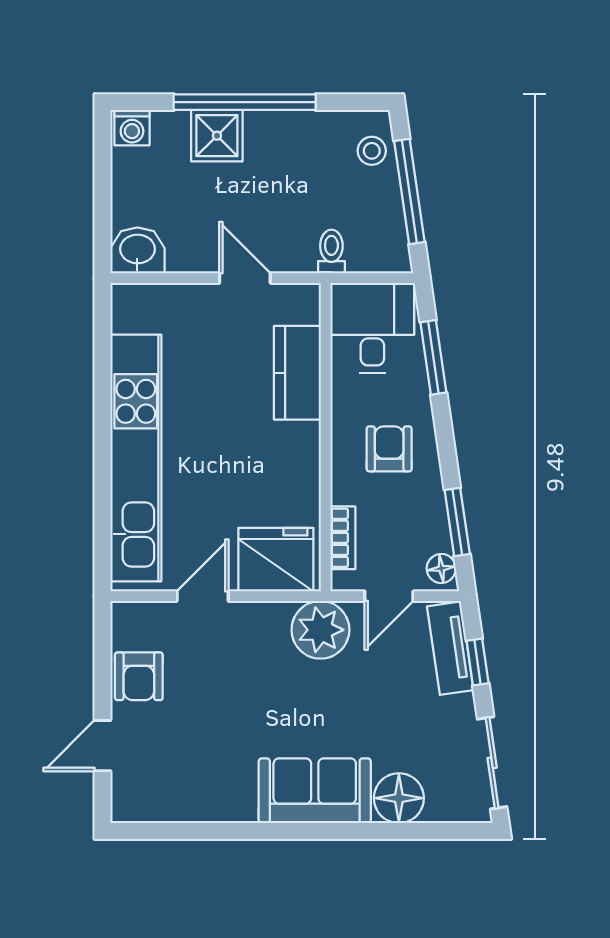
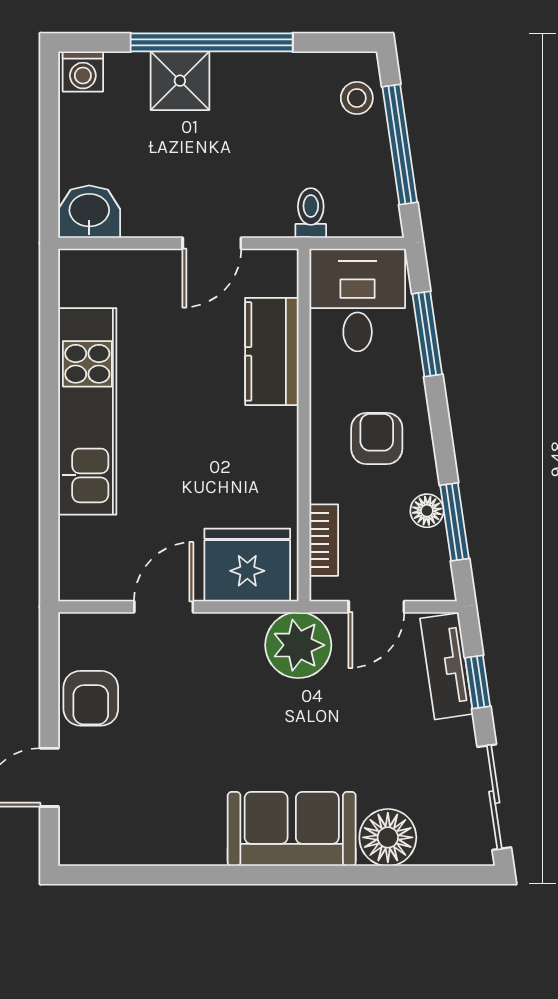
door: (245, 278) -> (212, 243), swing flipped
kitchen unit: (136, 458) -> (87, 411), width x0.73
floor lamp: (441, 568) -> (427, 511), moved

